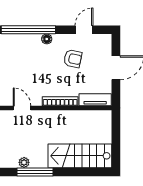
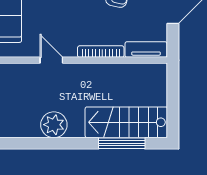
plant: (24, 162) -> (54, 125), width x1.87, depth x1.87
window: (35, 172) -> (122, 143), moved

